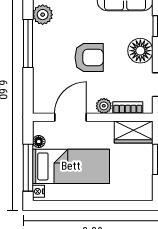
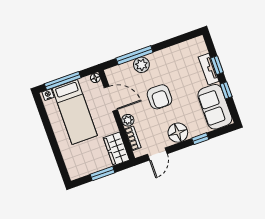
plant: (43, 15) -> (141, 65), moved
window: (28, 43) -> (134, 55), moved
floor lamp: (39, 142) -> (95, 78), moved

